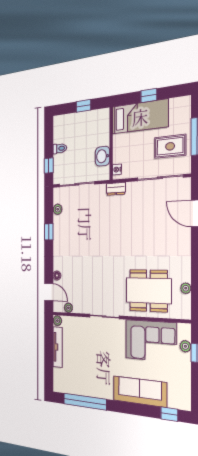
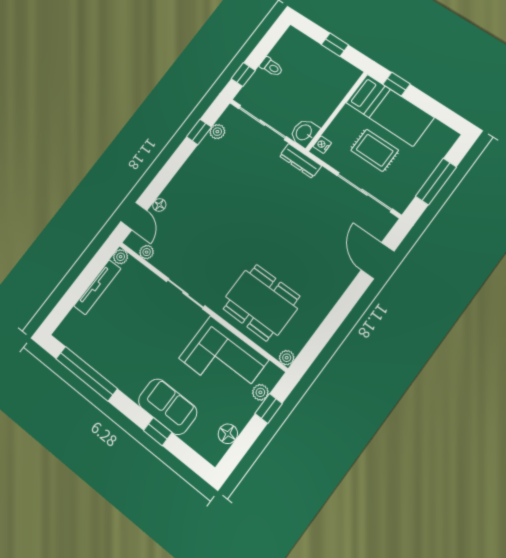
window: (149, 95) -> (397, 84), moved
rug: (170, 146) -> (375, 150), moved
washbasin: (103, 156) -> (304, 133), moved
dresser: (116, 189) -> (300, 161), width x1.44
window: (49, 232) -> (199, 132), moved
plant: (186, 288) -> (287, 358), moved
floor lamp: (184, 385) -> (228, 434), added
sofa: (140, 391) -> (168, 407), width x0.73
window: (169, 414) -> (158, 432), moved

